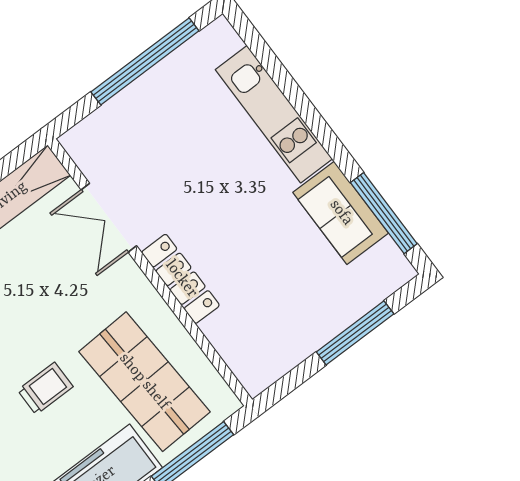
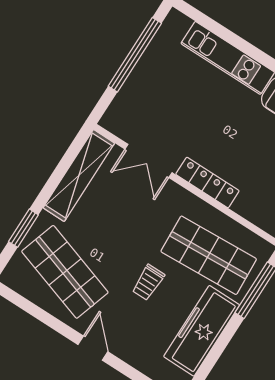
trolley: (45, 388) -> (148, 282), turned 180

